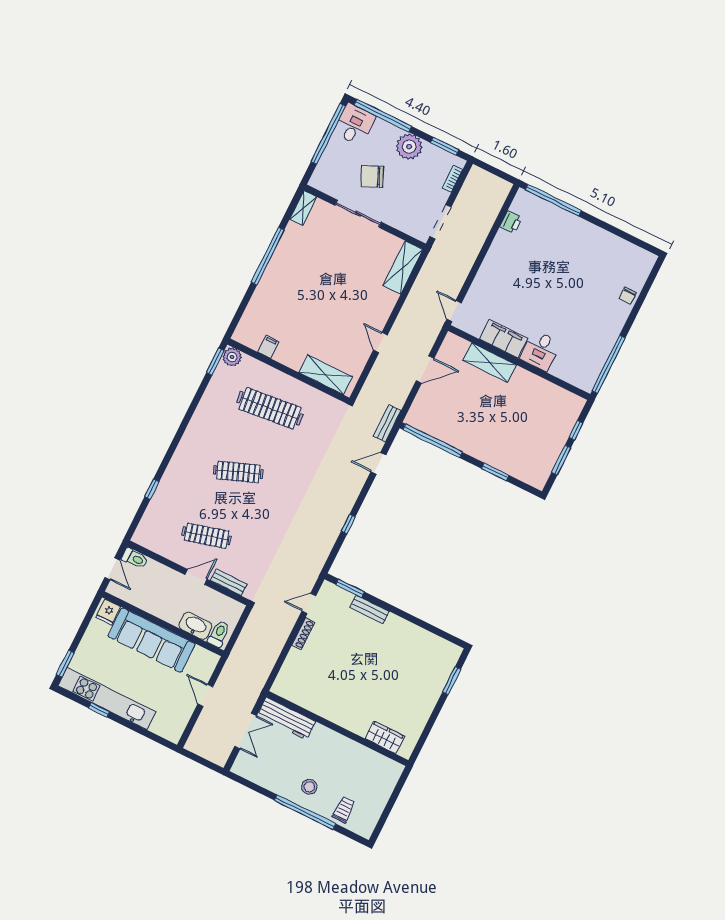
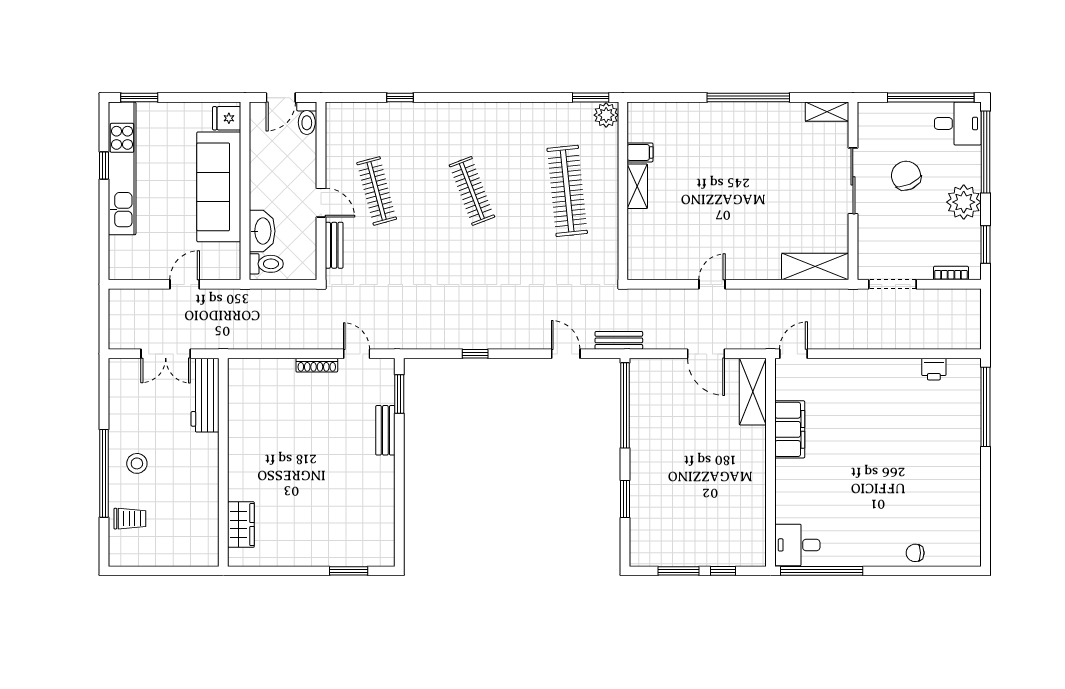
desk: (540, 351) -> (797, 545), moved
shelving: (490, 363) -> (753, 392), moved
shelving: (326, 375) -> (637, 186), moved, width x0.67, depth x0.75

